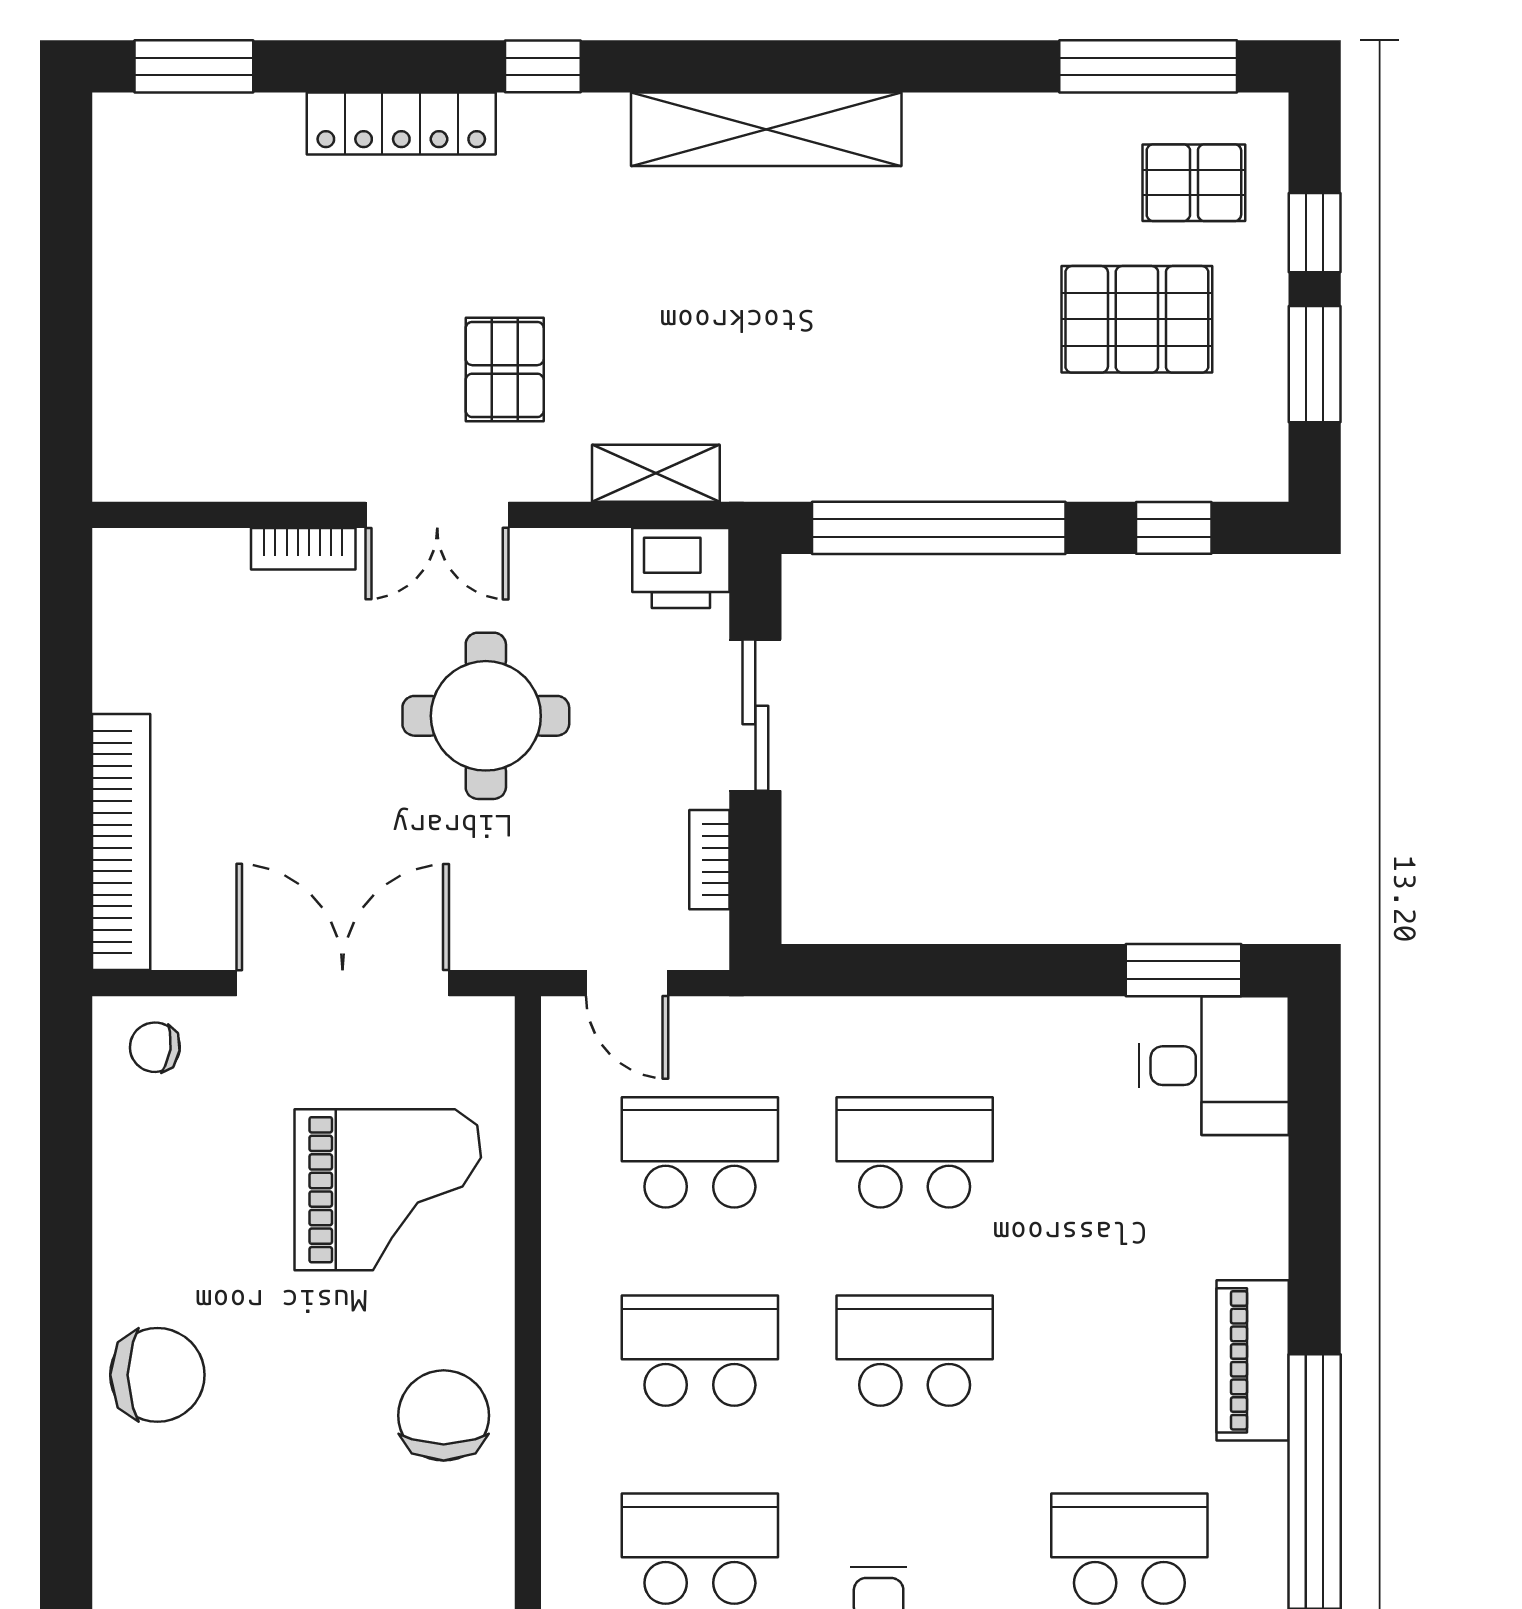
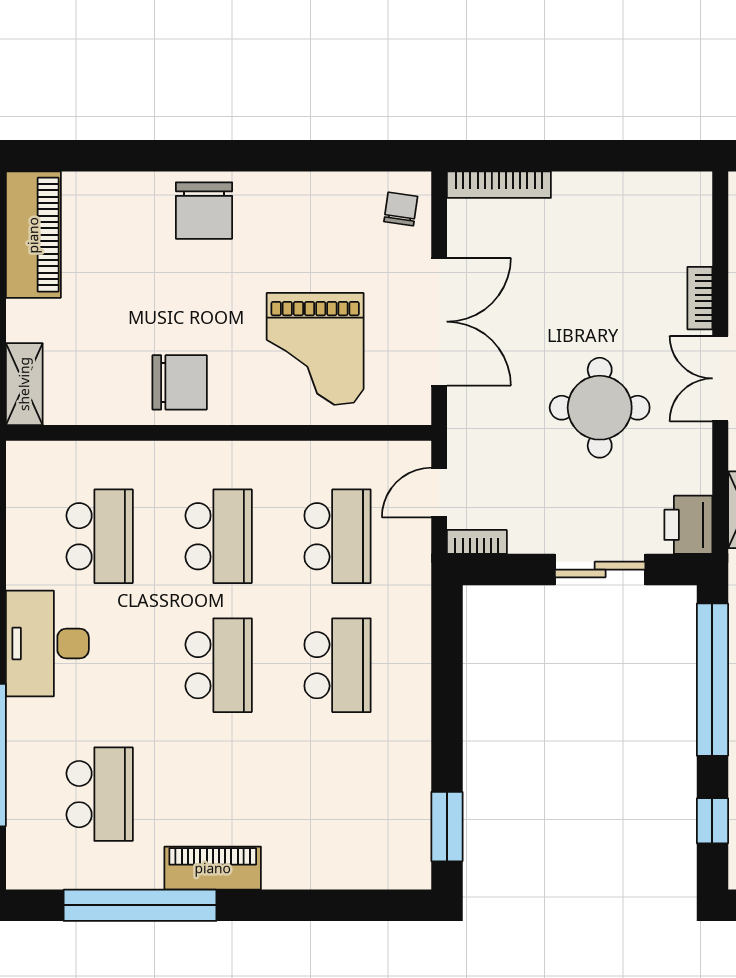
bookcase: (121, 842) -> (499, 185), width x0.68, depth x0.76
bookcase: (709, 860) -> (477, 542), moved
desk: (1214, 1066) -> (390, 845), removed

